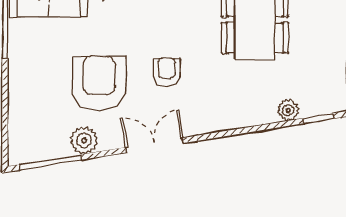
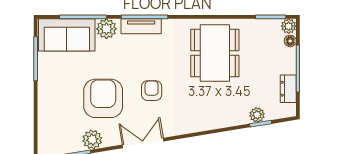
plant: (288, 110) -> (257, 115), moved

